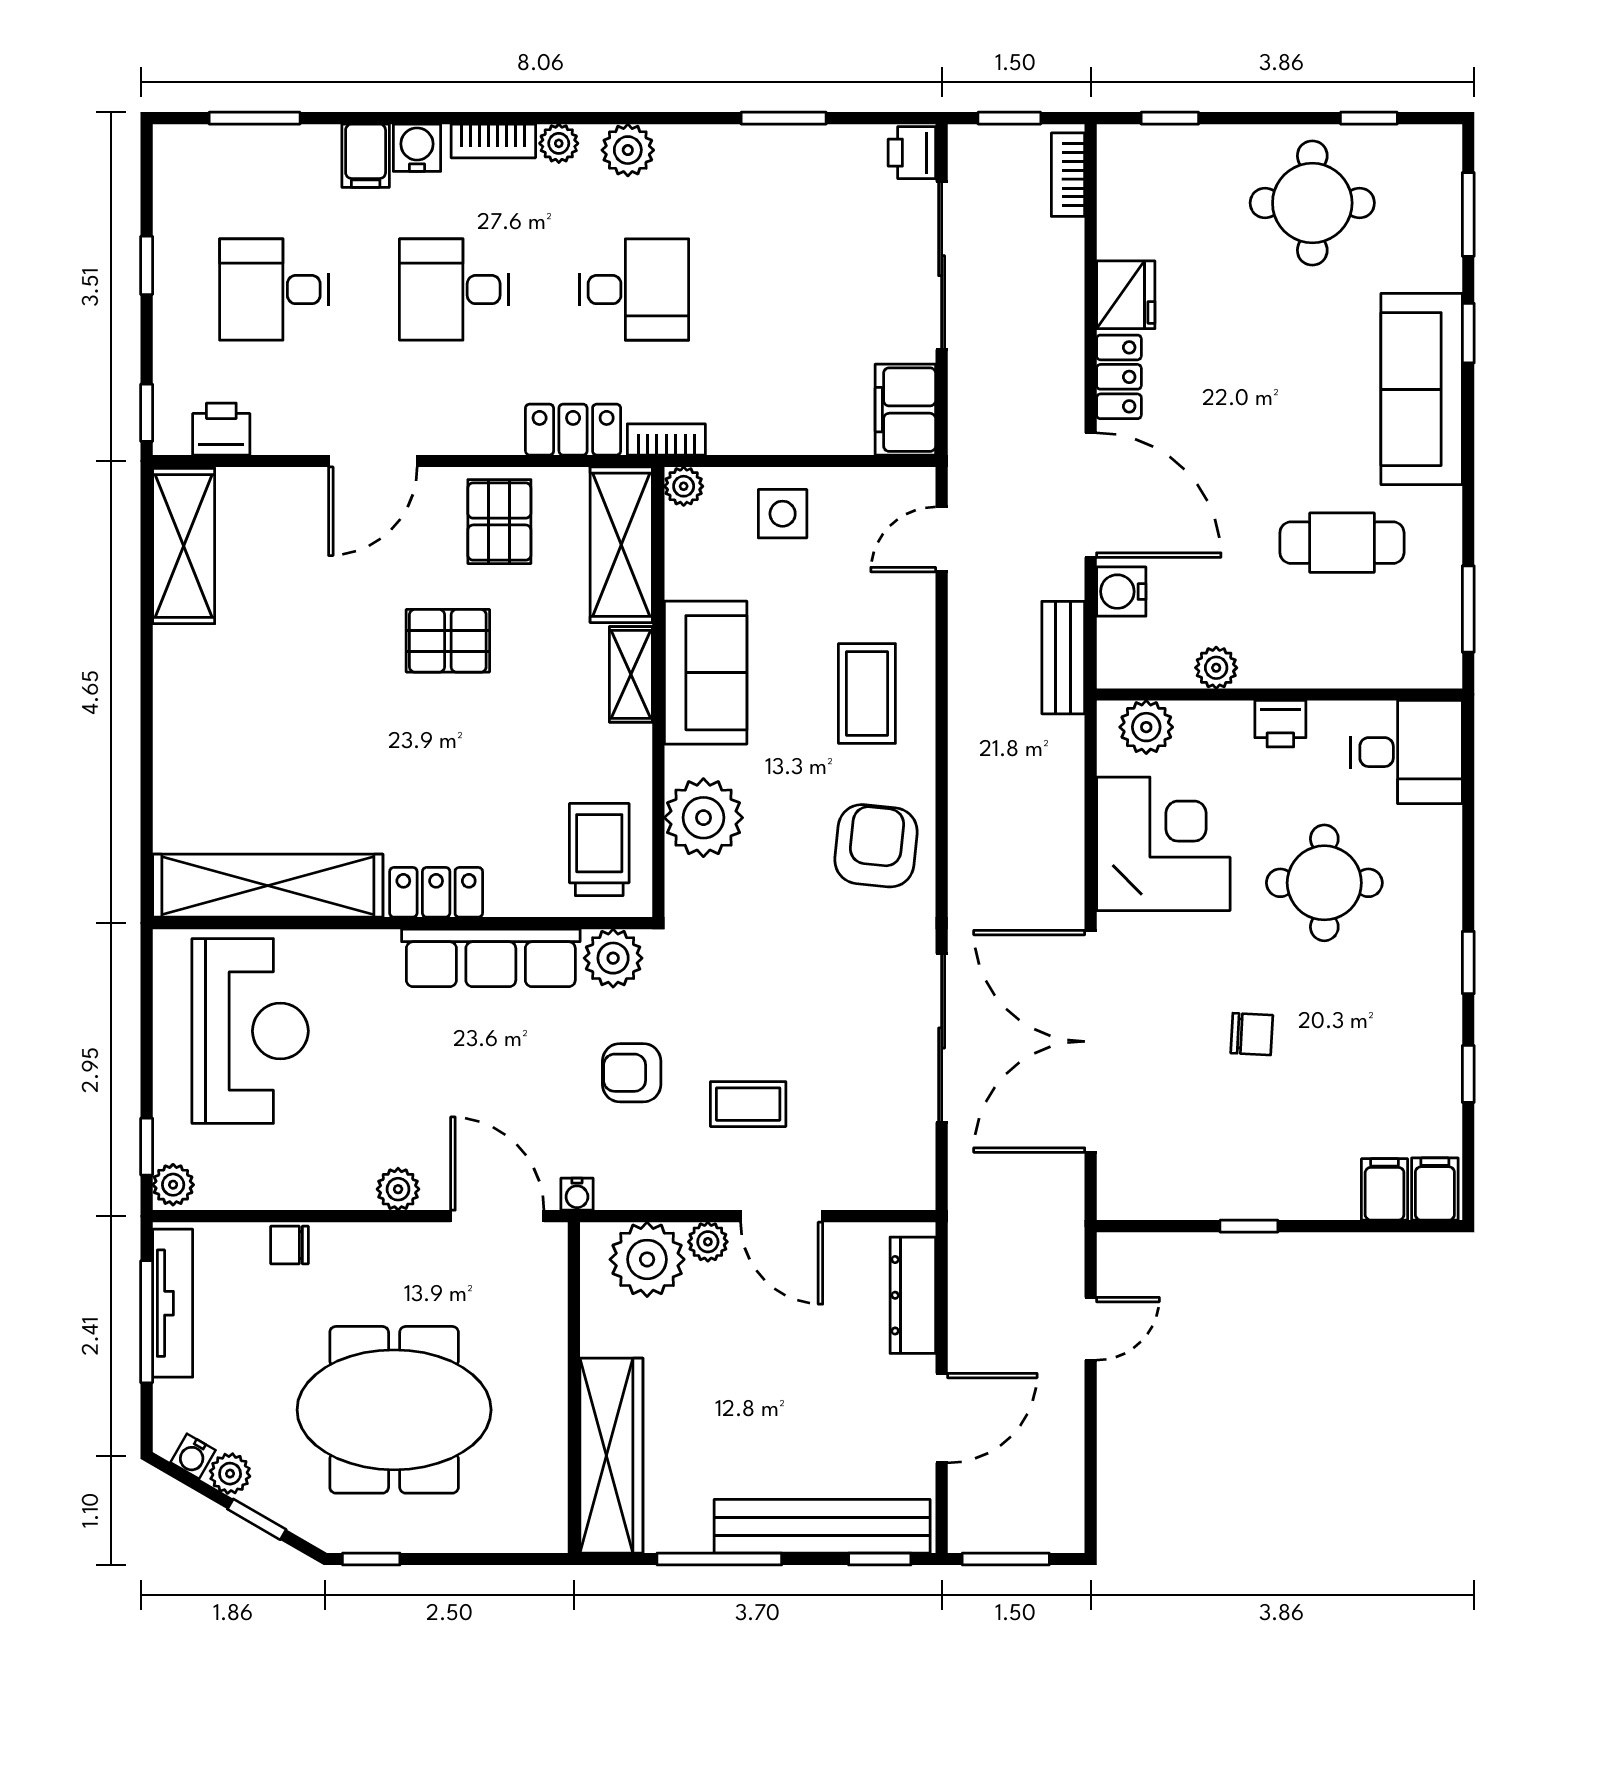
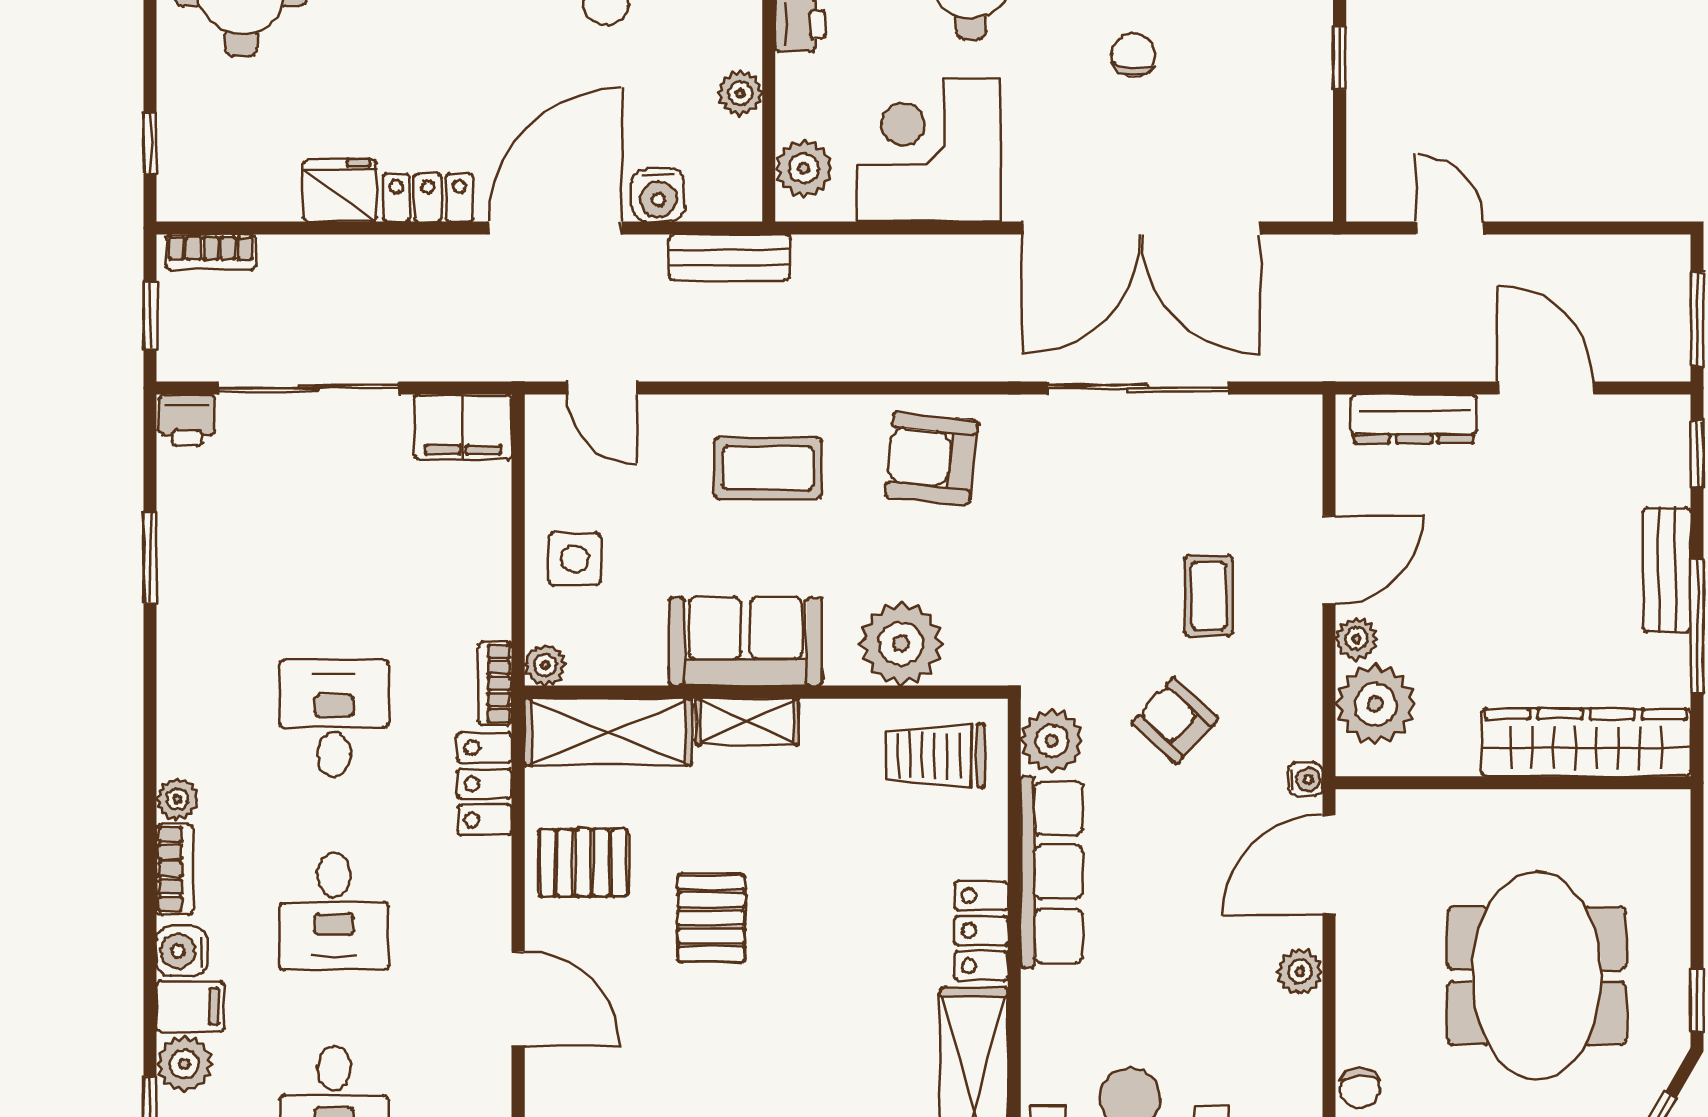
plant: (628, 150) -> (184, 1064), moved
armchair: (632, 1073) -> (1175, 721), turned 133
bench: (822, 1526) -> (1667, 570), width x0.54, depth x0.82

